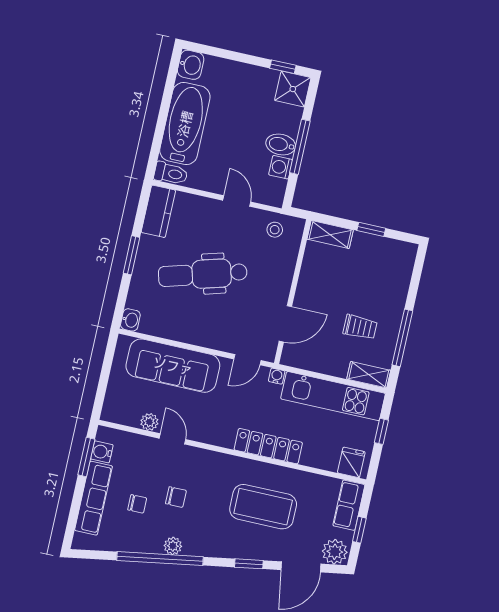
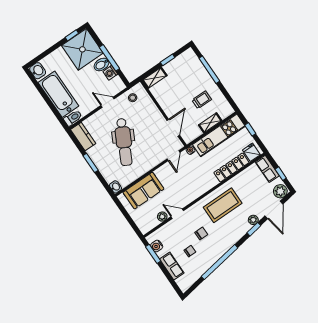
shower: (293, 89) -> (82, 49), width x1.86, depth x1.86
dental chair: (203, 274) -> (124, 142), turned -47
window: (402, 338) -> (209, 70), moved
sofa: (173, 366) -> (143, 191), width x0.73
shelving: (369, 375) -> (210, 123), moved
locker: (268, 446) -> (231, 167), moved
row of seats: (94, 498) -> (172, 266), width x0.68
coffee table: (263, 507) -> (223, 205), moved
plant: (173, 546) -> (253, 220), moved

